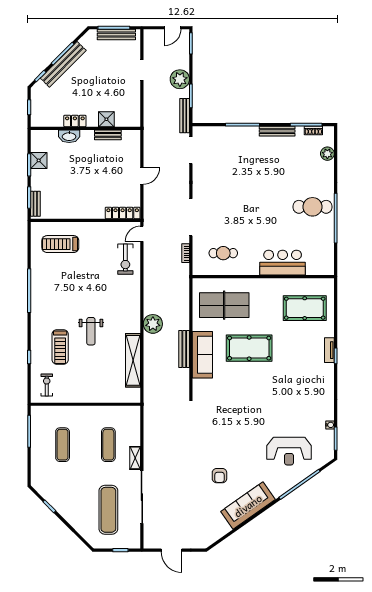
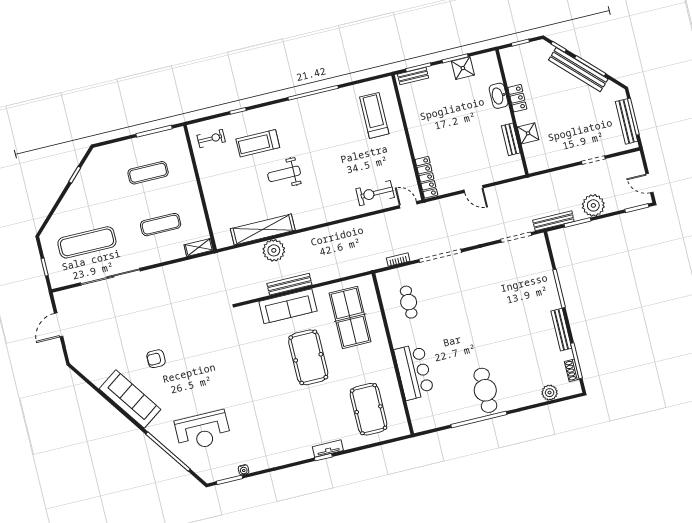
plant: (153, 324) -> (274, 250), moved
reception desk: (289, 451) -> (203, 431), turned -90
shelving: (135, 458) -> (199, 247), moved

